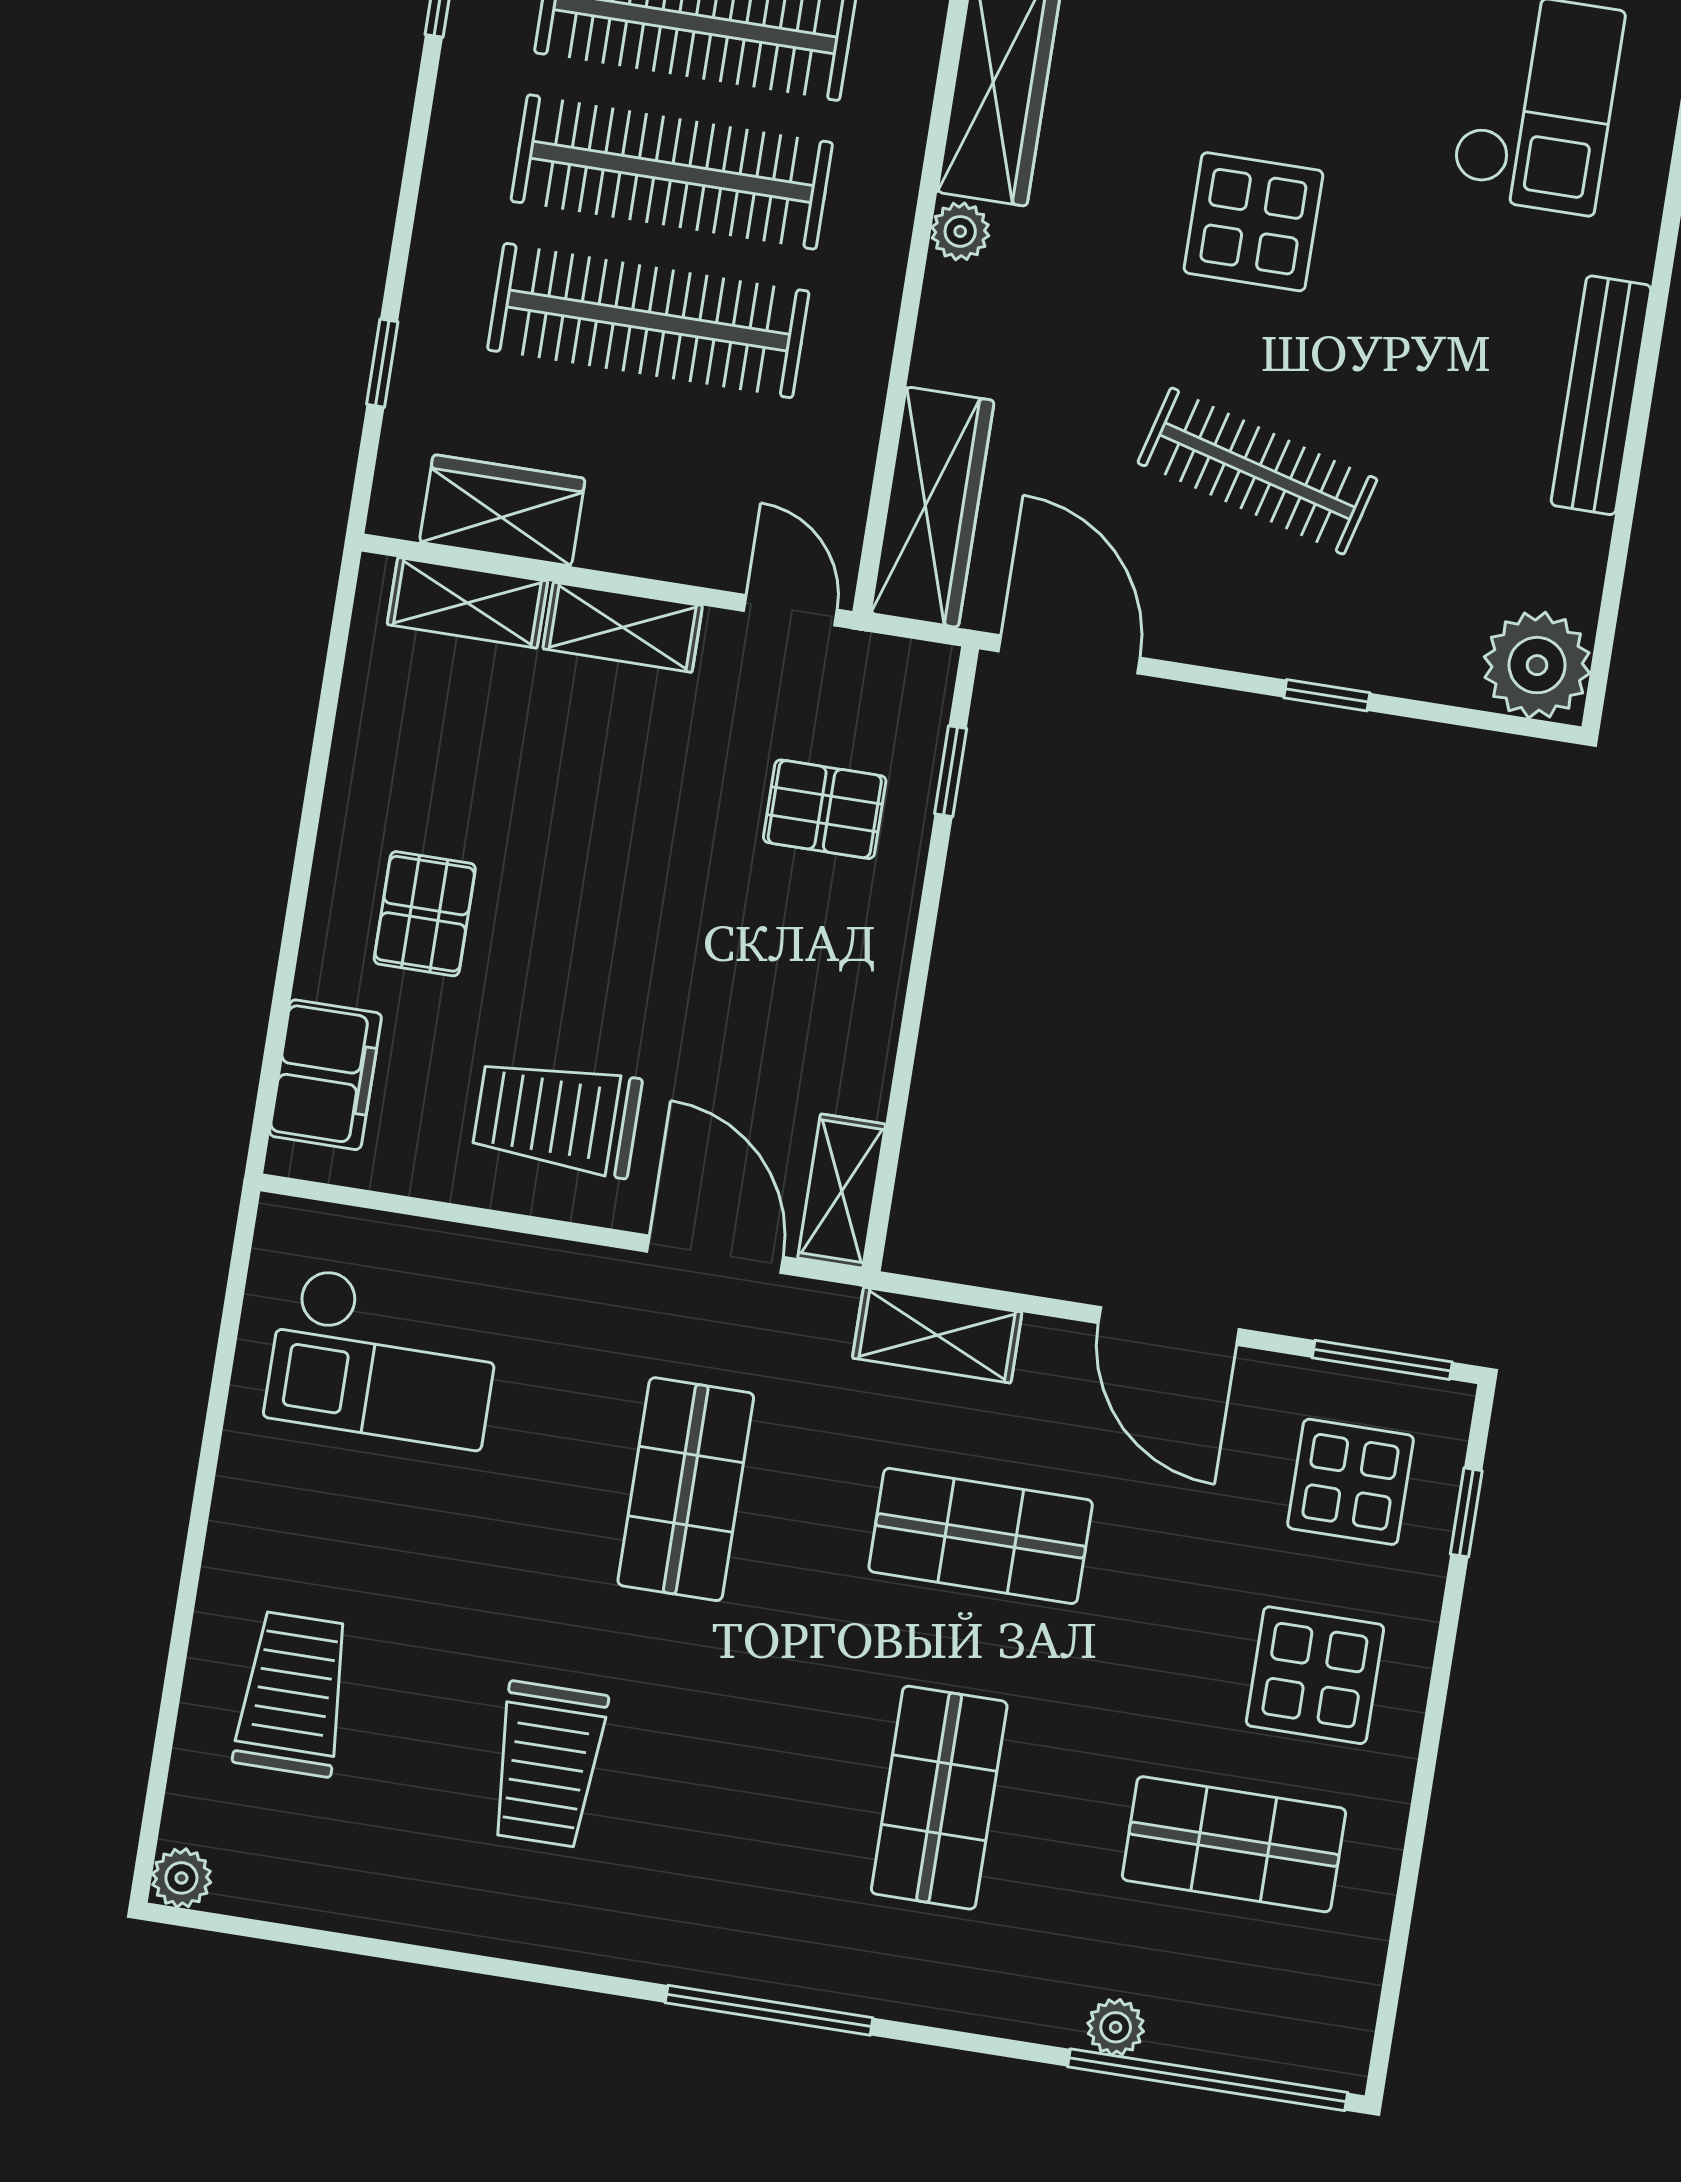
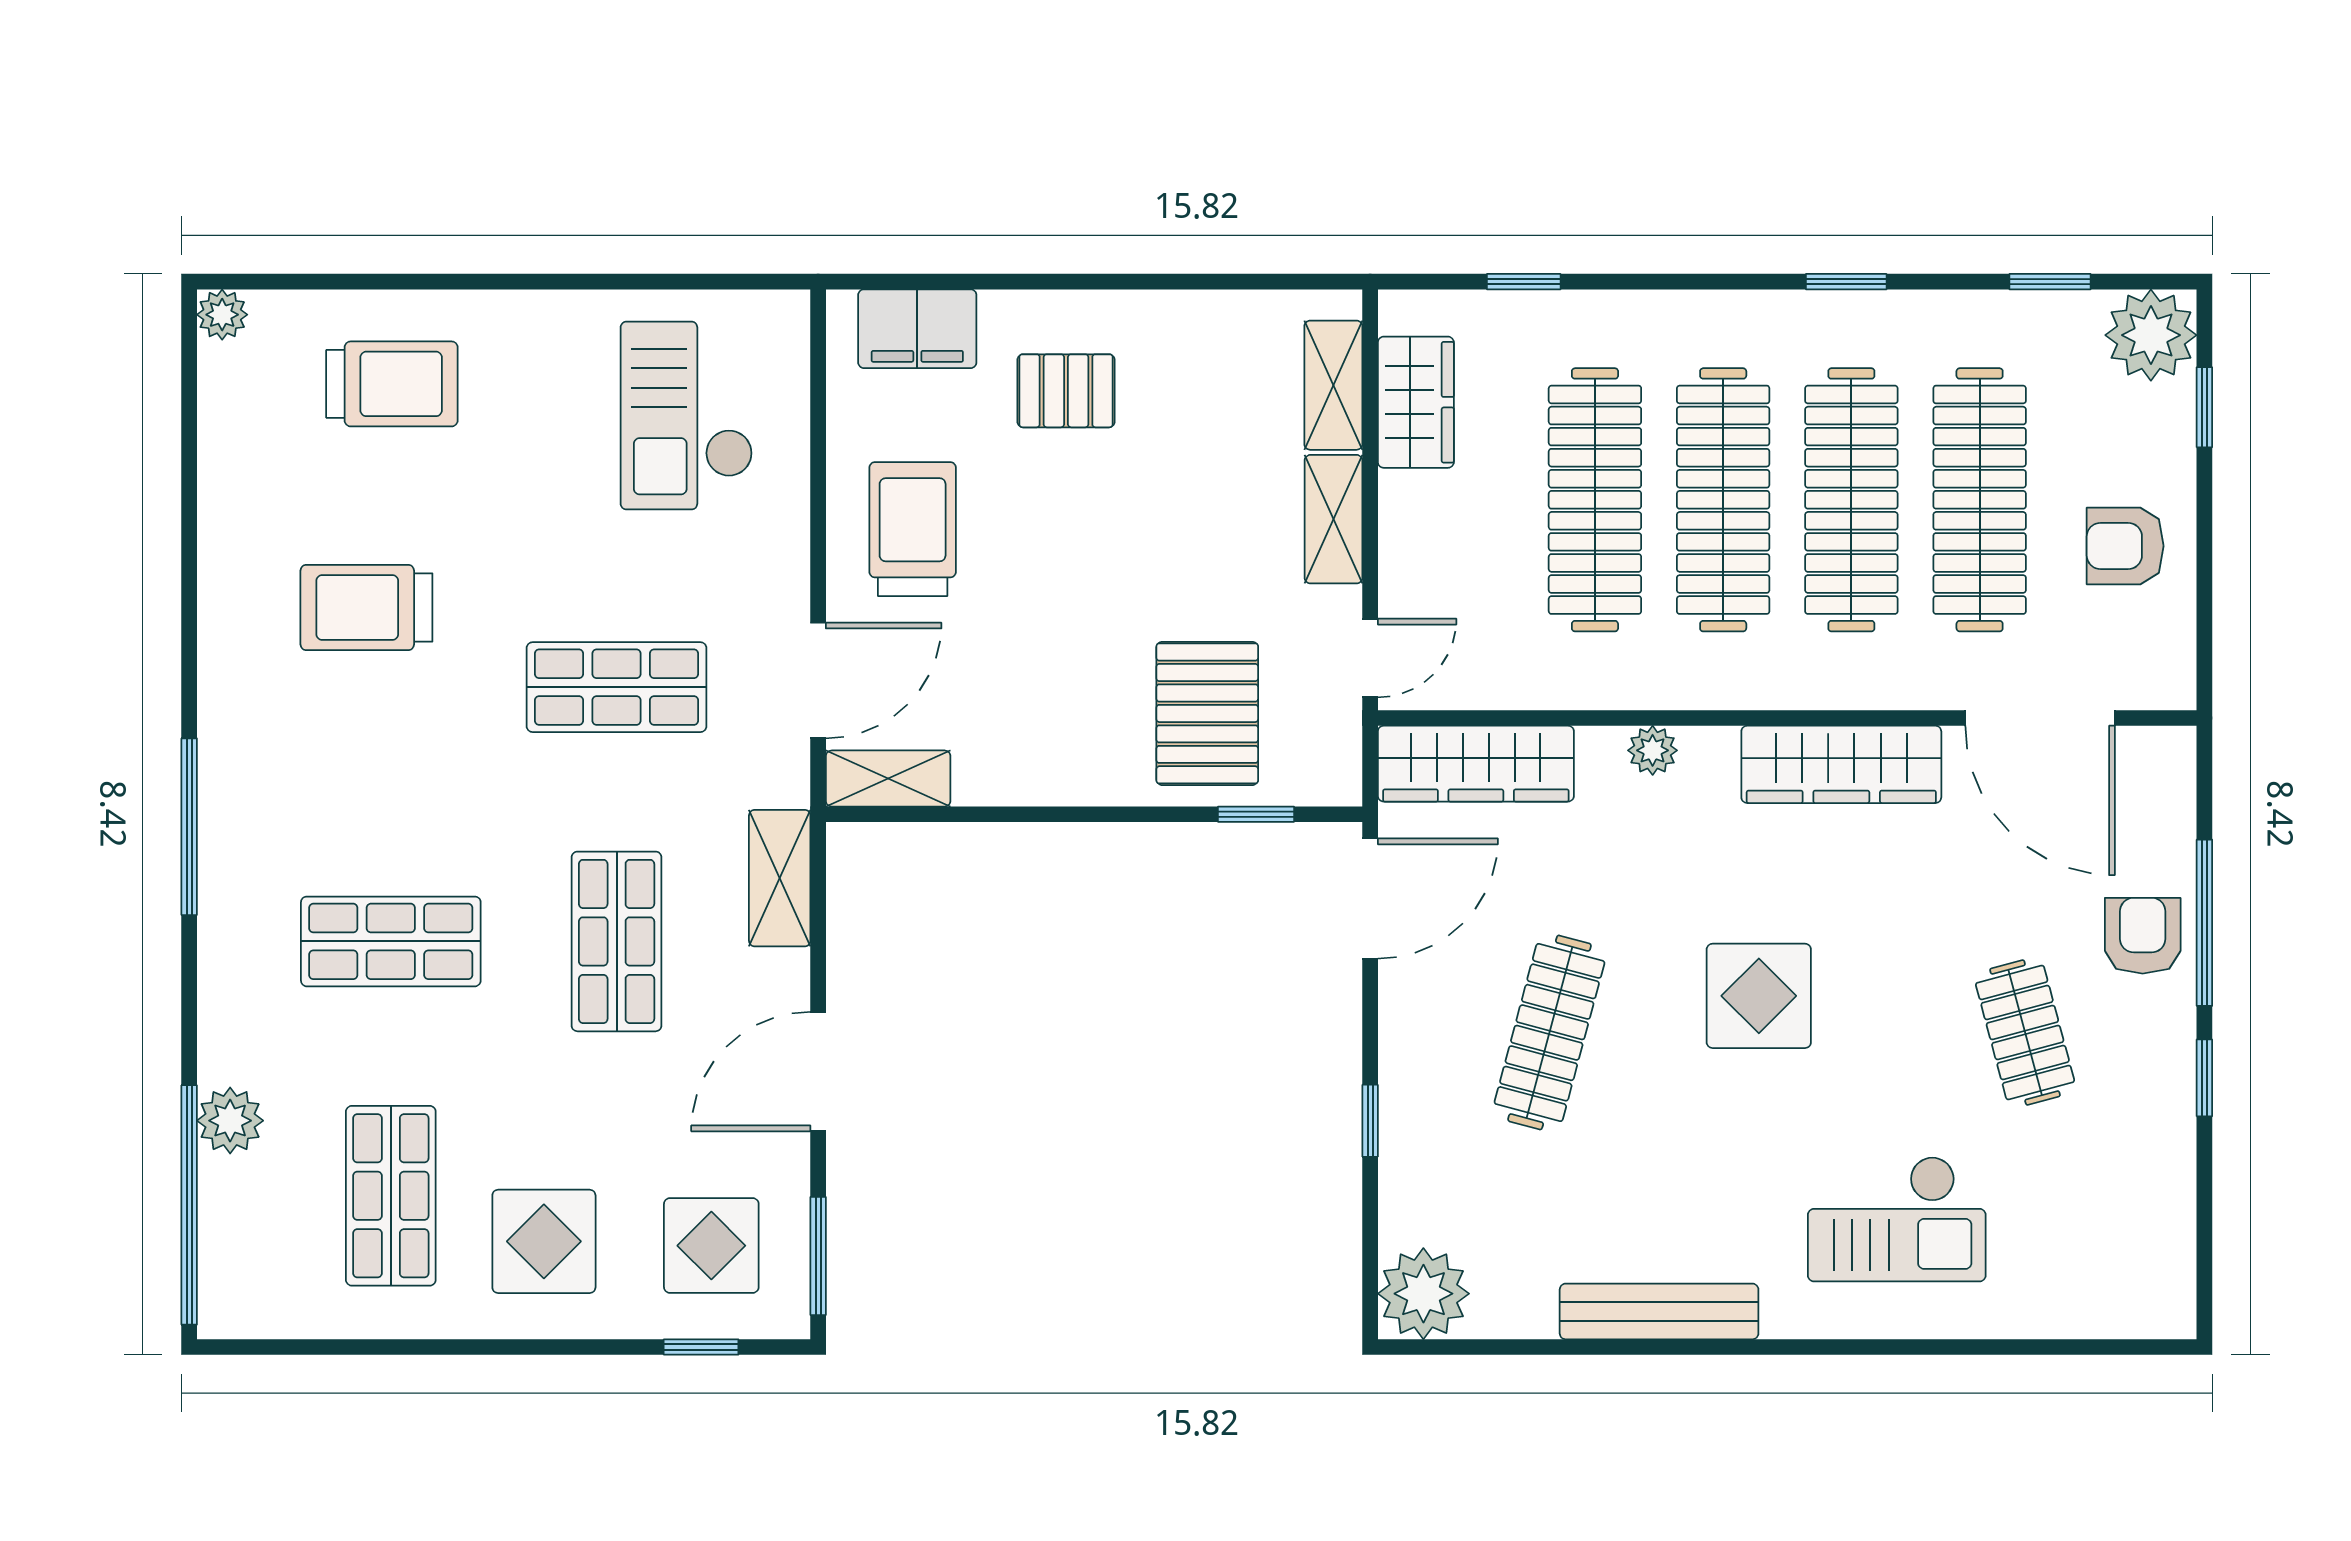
plant: (960, 231) -> (1653, 750), moved
pallet: (825, 809) -> (1207, 713), width x1.50, depth x1.42
plant: (1116, 2027) -> (230, 1121), width x1.38, depth x1.38

